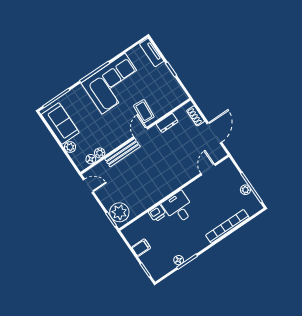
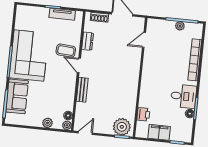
tv unit: (152, 53) -> (62, 14), moved
sofa: (60, 123) -> (17, 96), moved, turned 90
plant: (100, 153) -> (67, 125), moved
bench: (122, 153) -> (82, 90), width x0.73
door: (208, 169) -> (144, 40), hinge flipped
desk: (178, 207) -> (184, 96), moved, turned 180
printer: (157, 213) -> (143, 114), moved
filing cabinet: (141, 248) -> (159, 132), width x2.00

